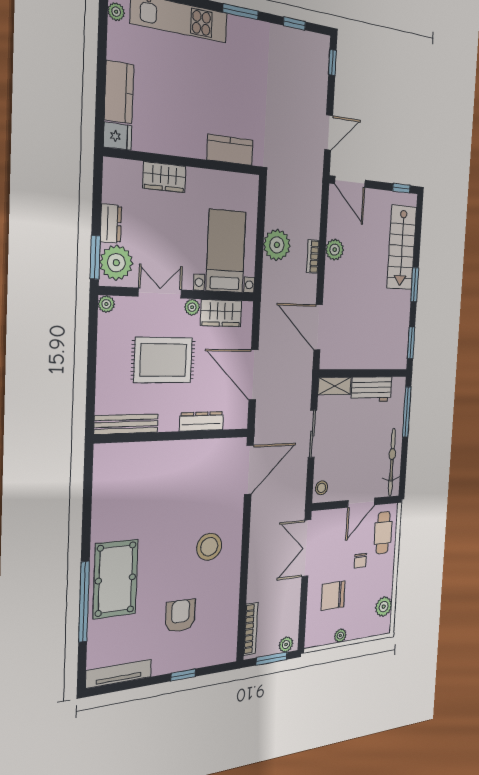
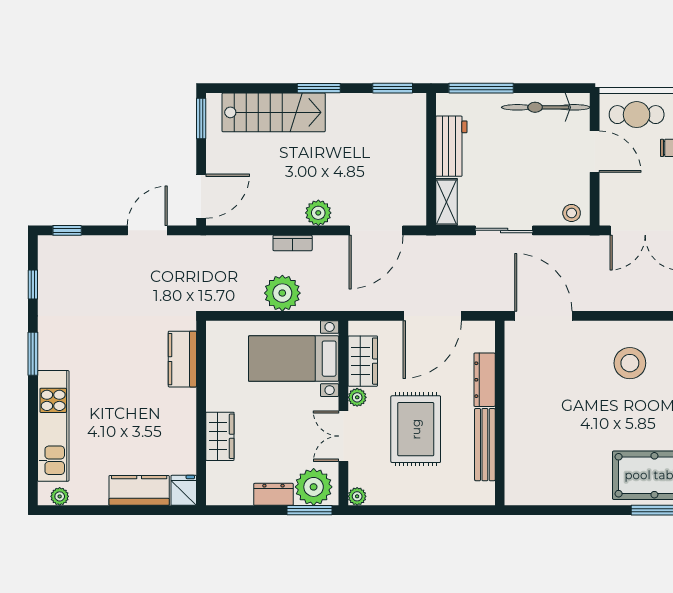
door: (329, 133) -> (147, 230), hinge flipped
window: (401, 188) -> (201, 119), width x1.50
plant: (335, 250) -> (318, 213), moved
bench: (126, 424) -> (485, 445), moved

